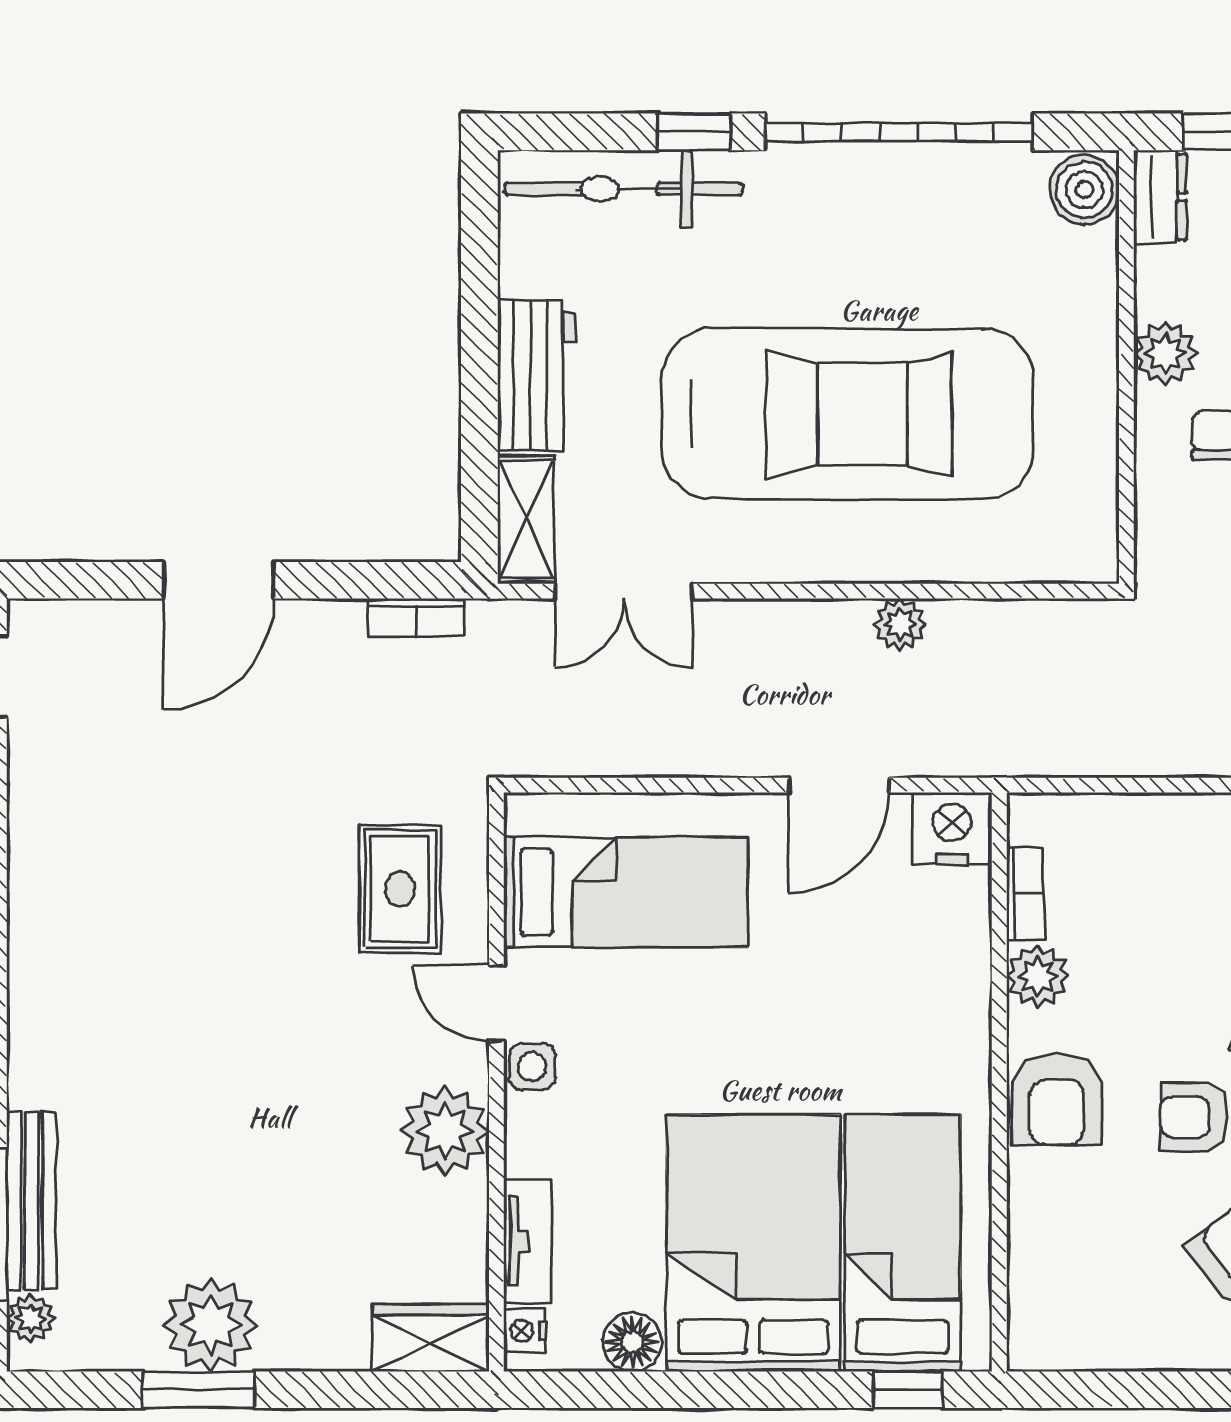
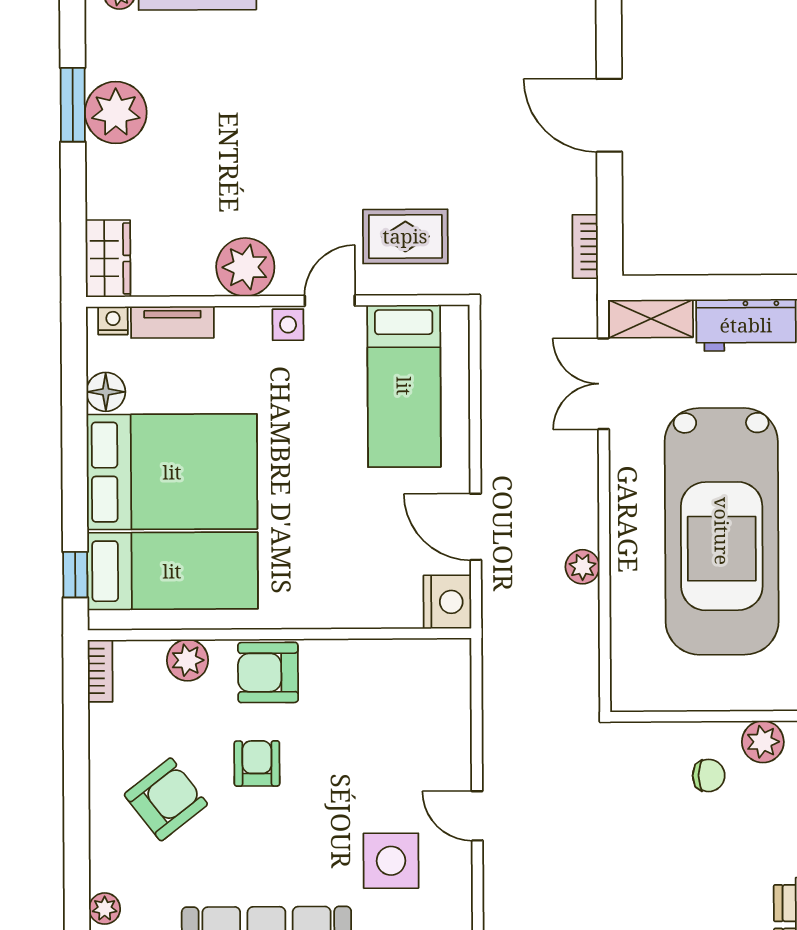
bookcase: (1025, 894) -> (100, 671), moved, turned -90
plant: (1038, 976) -> (187, 660), moved

